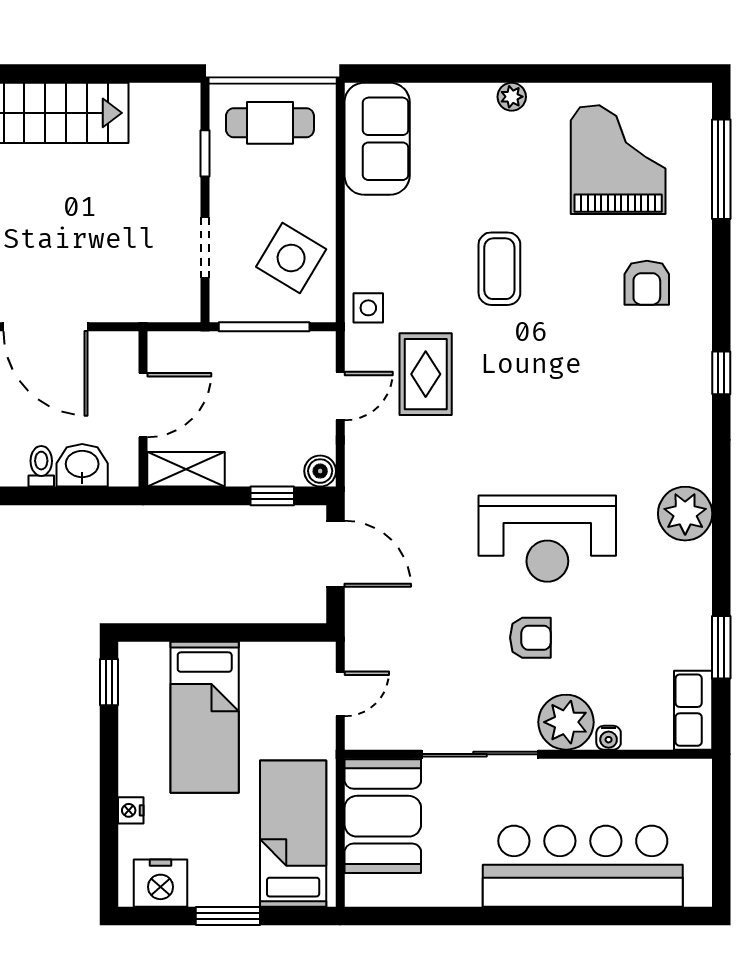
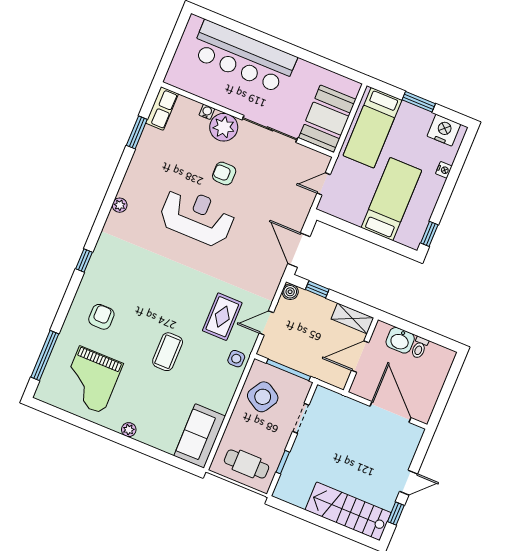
plant: (685, 514) -> (120, 205), width x0.53, depth x0.53

